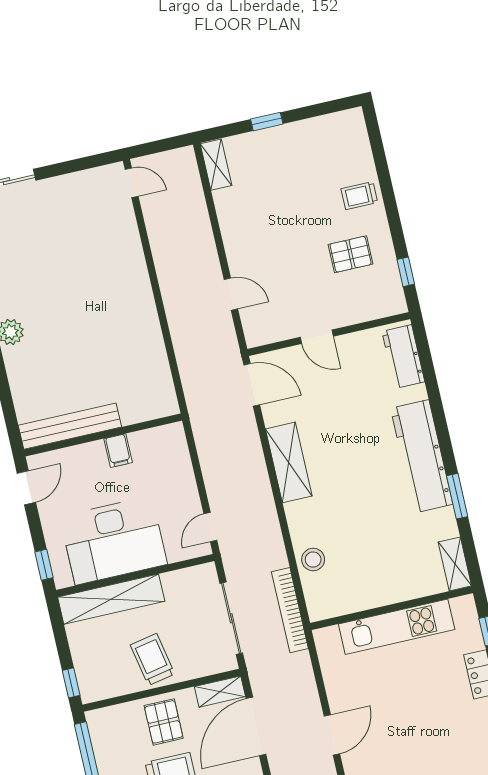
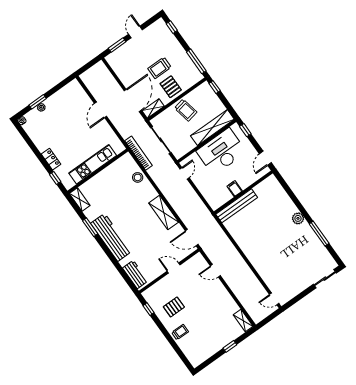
bench: (70, 426) -> (237, 206), moved

